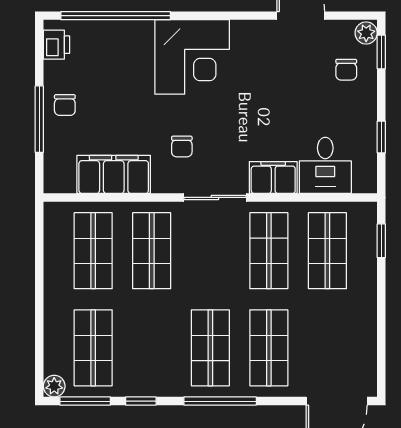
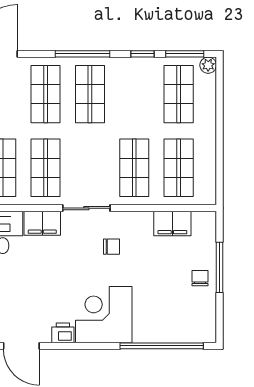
printer: (56, 45) -> (63, 333), moved, turned 90
chair: (182, 146) -> (112, 247), turned 90
filing cabinet: (114, 174) -> (172, 224), width x0.67, depth x0.86

